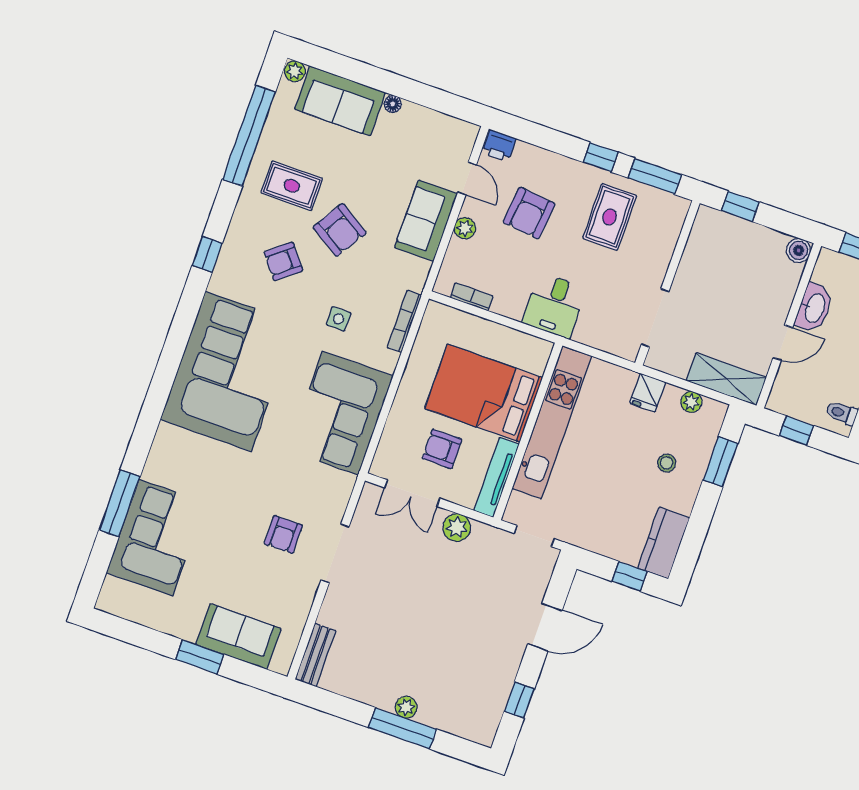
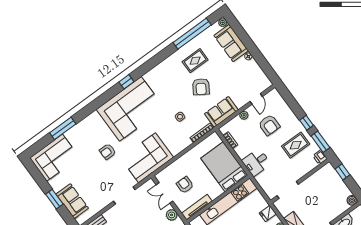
printer: (499, 146) -> (320, 157), moved
rug: (292, 186) -> (195, 61), turned 90
armchair: (529, 213) -> (269, 125), turned -96
sofa: (426, 221) -> (221, 112), moved
window: (207, 254) -> (126, 82), moved
armchair: (283, 261) -> (175, 84), removed
bed: (484, 393) -> (224, 167), moved
corner sofa: (341, 413) -> (147, 158), moved
armchair: (283, 534) -> (108, 152), moved
corner sofa: (156, 538) -> (55, 158), moved

